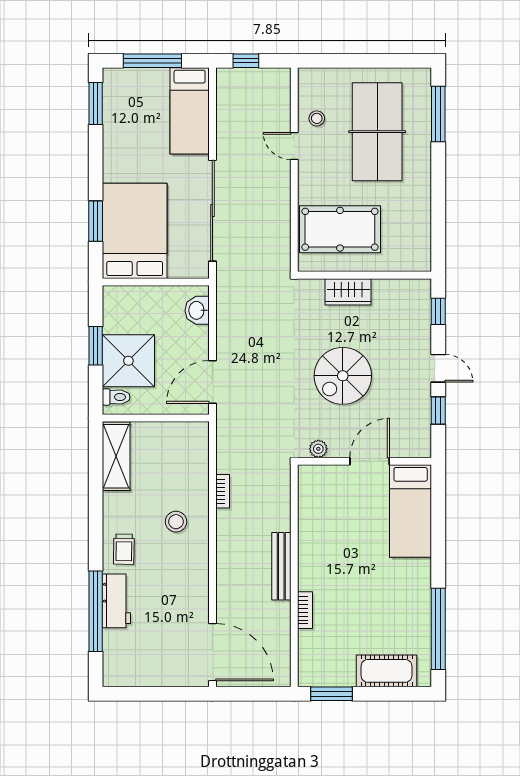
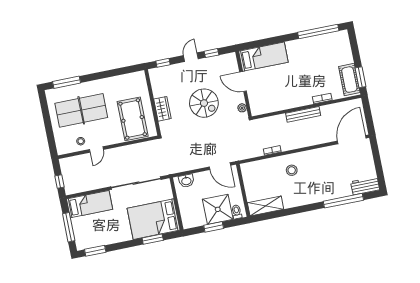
trolley: (124, 549) -> (310, 193), removed
workbench: (116, 601) -> (365, 186), moved
cot: (387, 671) -> (349, 80), moved

